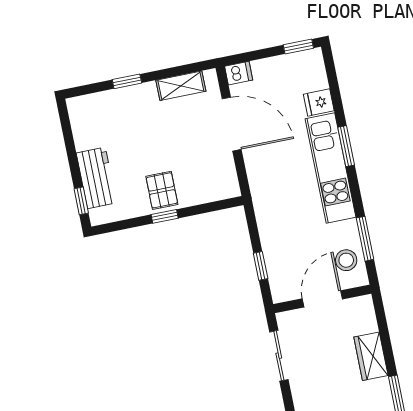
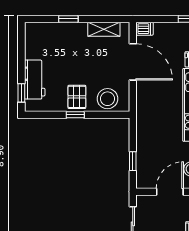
stool: (206, 184) -> (107, 99), added

